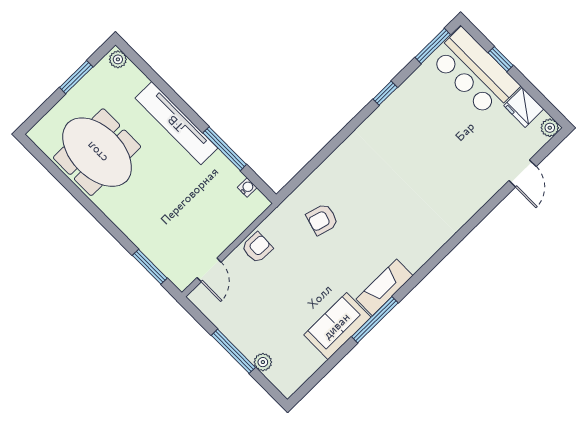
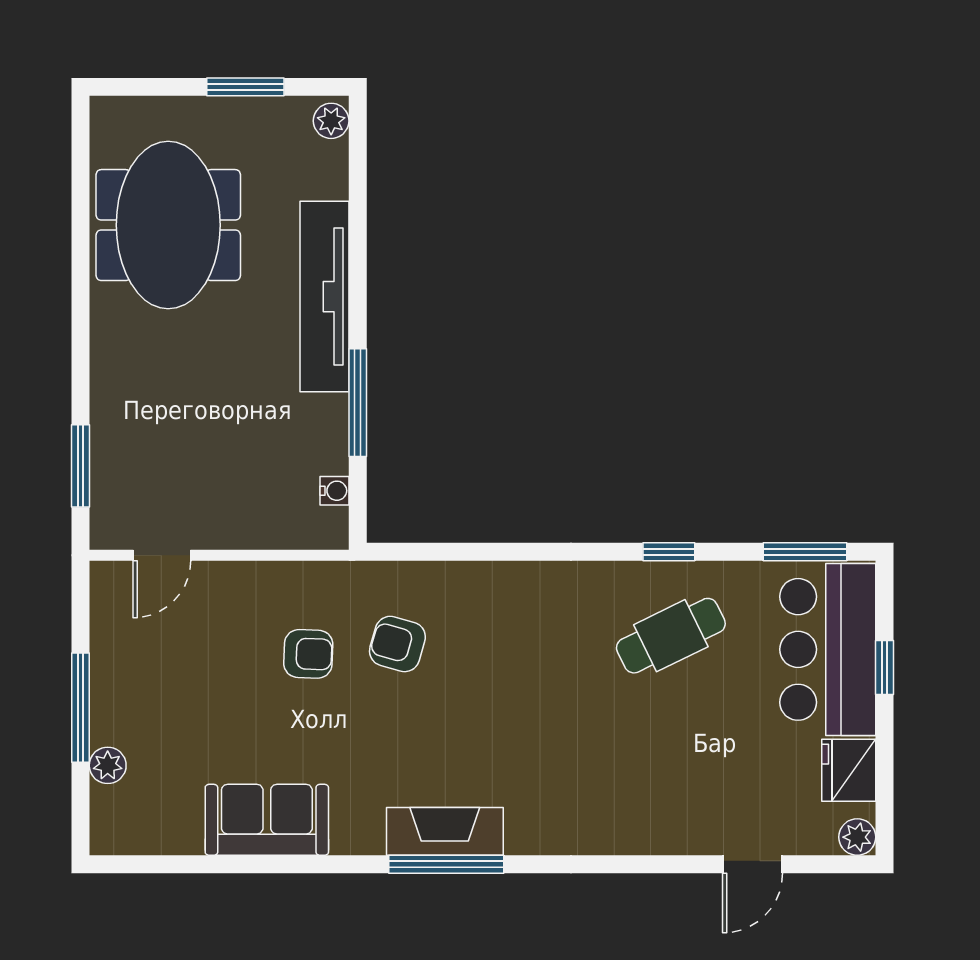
cafe table: (415, 122) -> (671, 636), added
armchair: (257, 248) -> (308, 654), moved
fireplace: (385, 287) -> (445, 831), moved
window: (375, 320) -> (446, 864), moved

